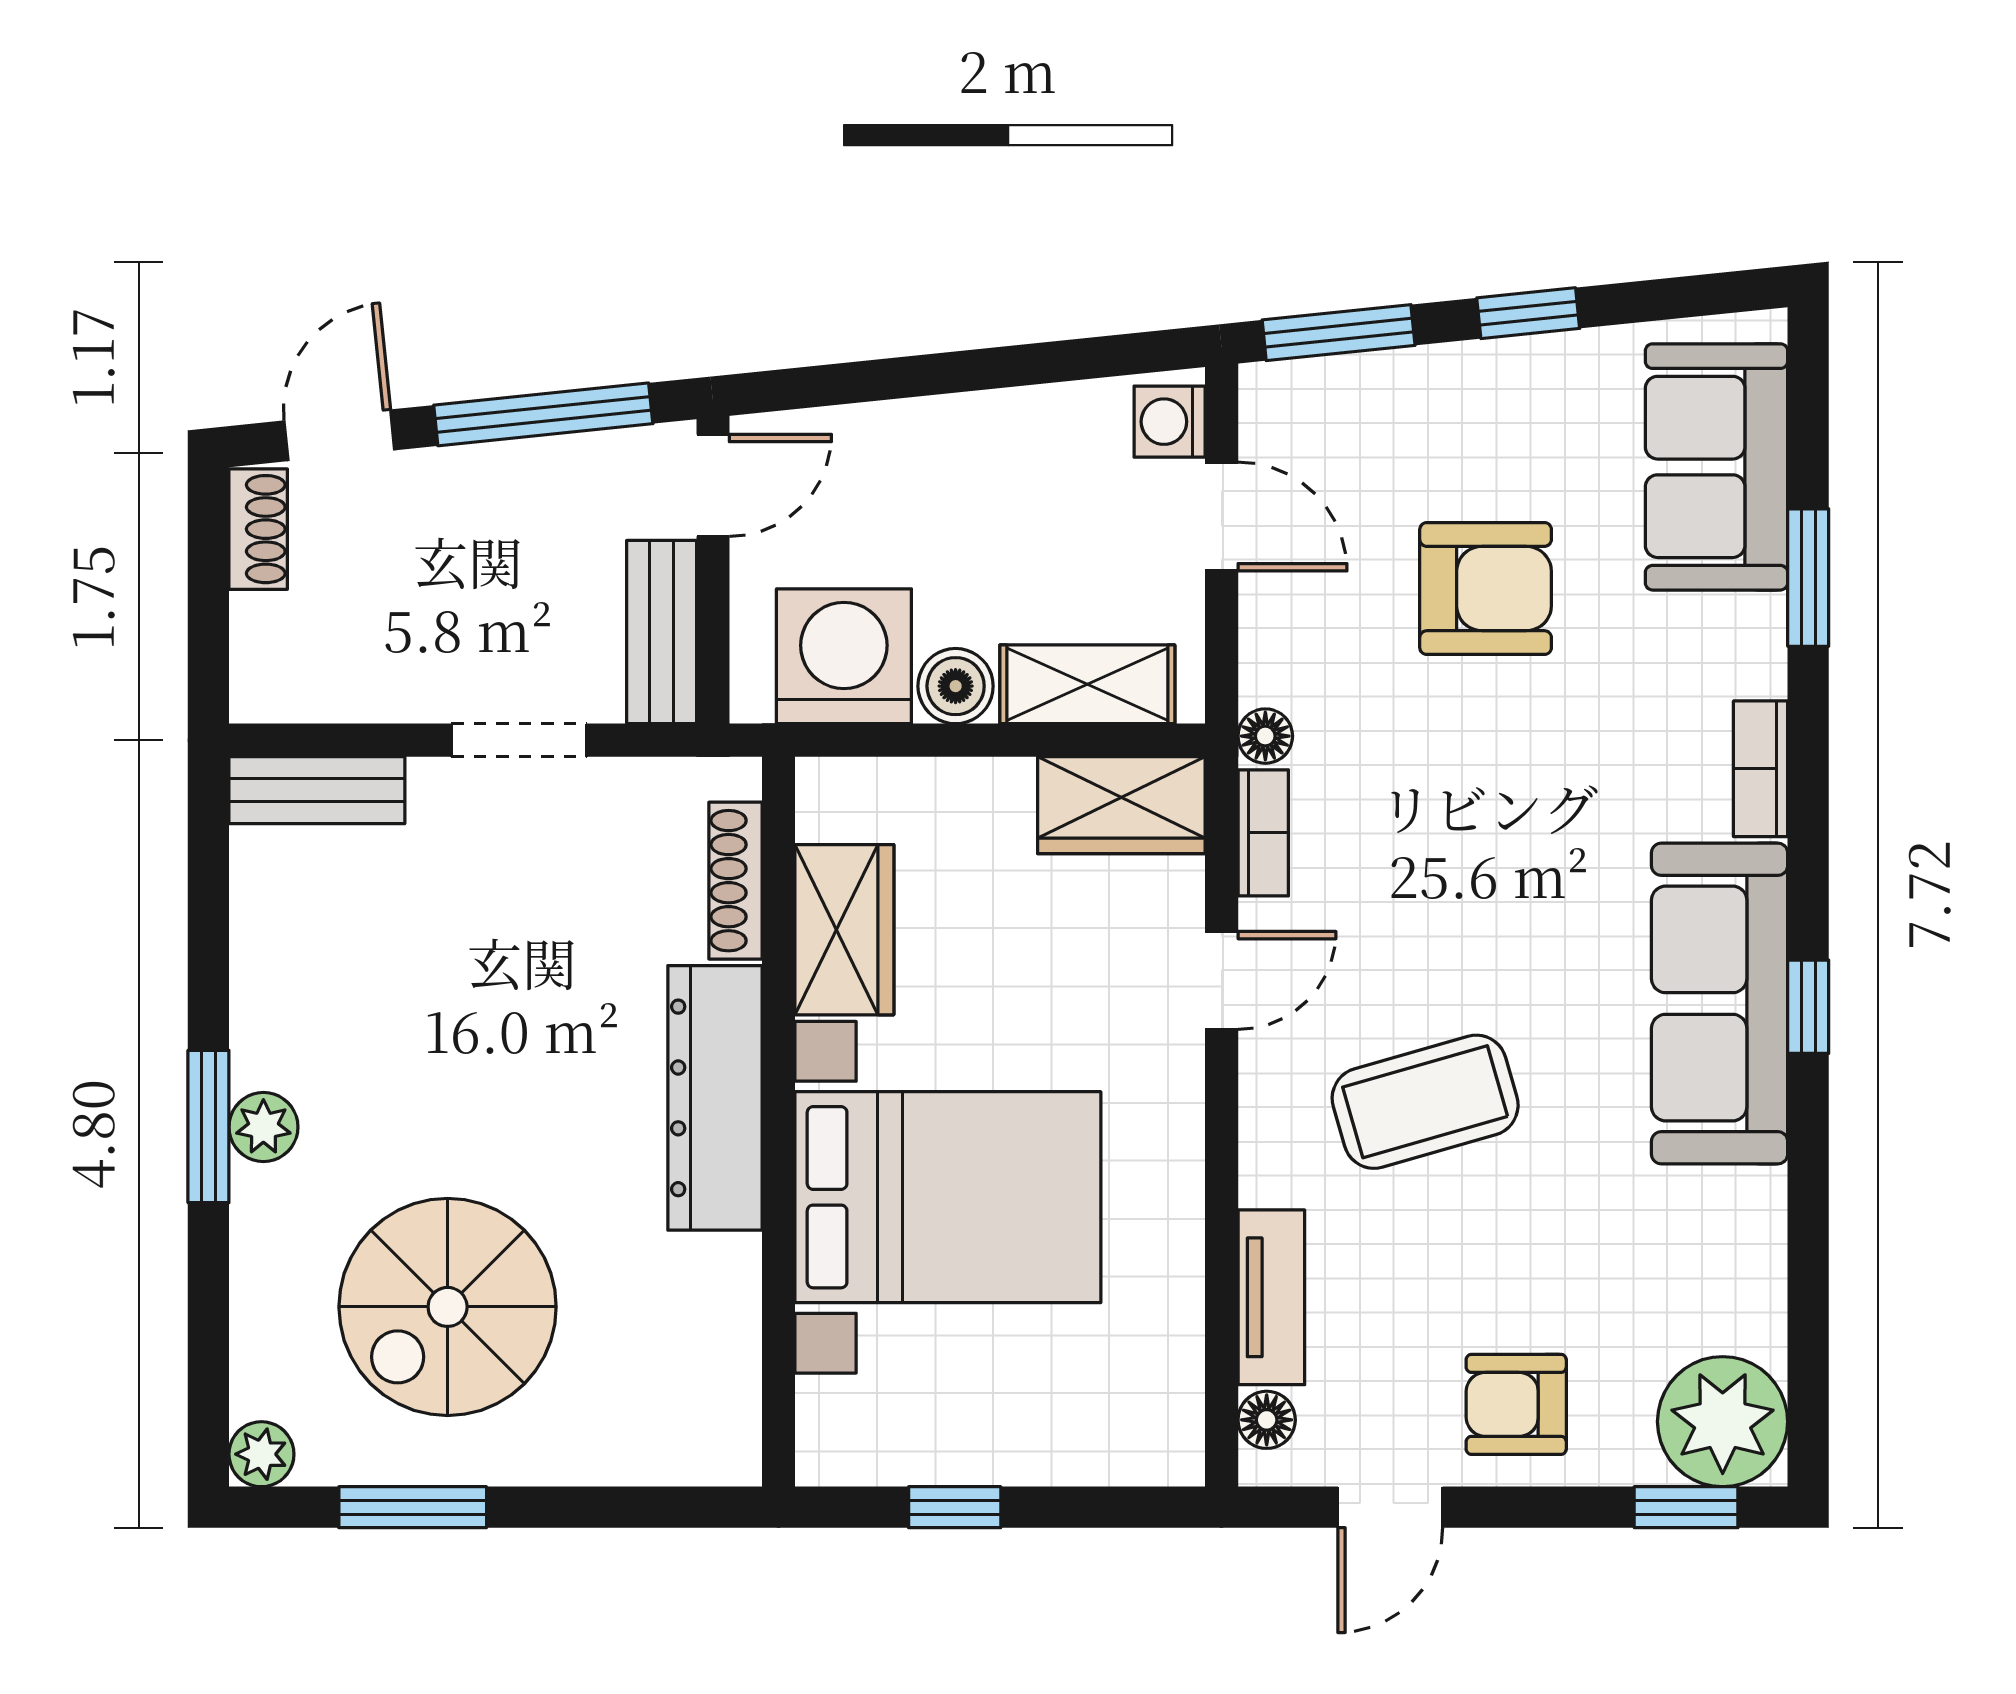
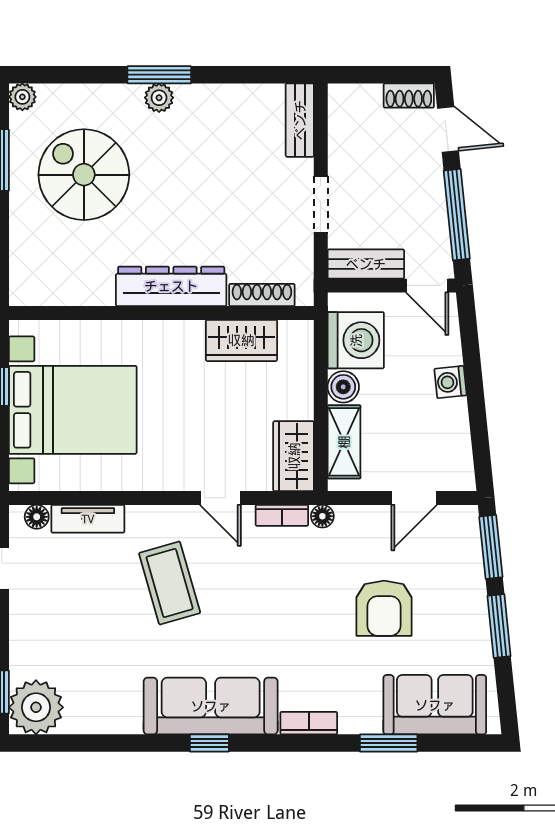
window: (1528, 313) -> (499, 626), width x1.50
washing machine: (1170, 422) -> (450, 382), moved, turned -96
bed with nightstands: (948, 1197) -> (73, 410), moved, turned -90
armchair: (1516, 1404) -> (43, 621), removed

